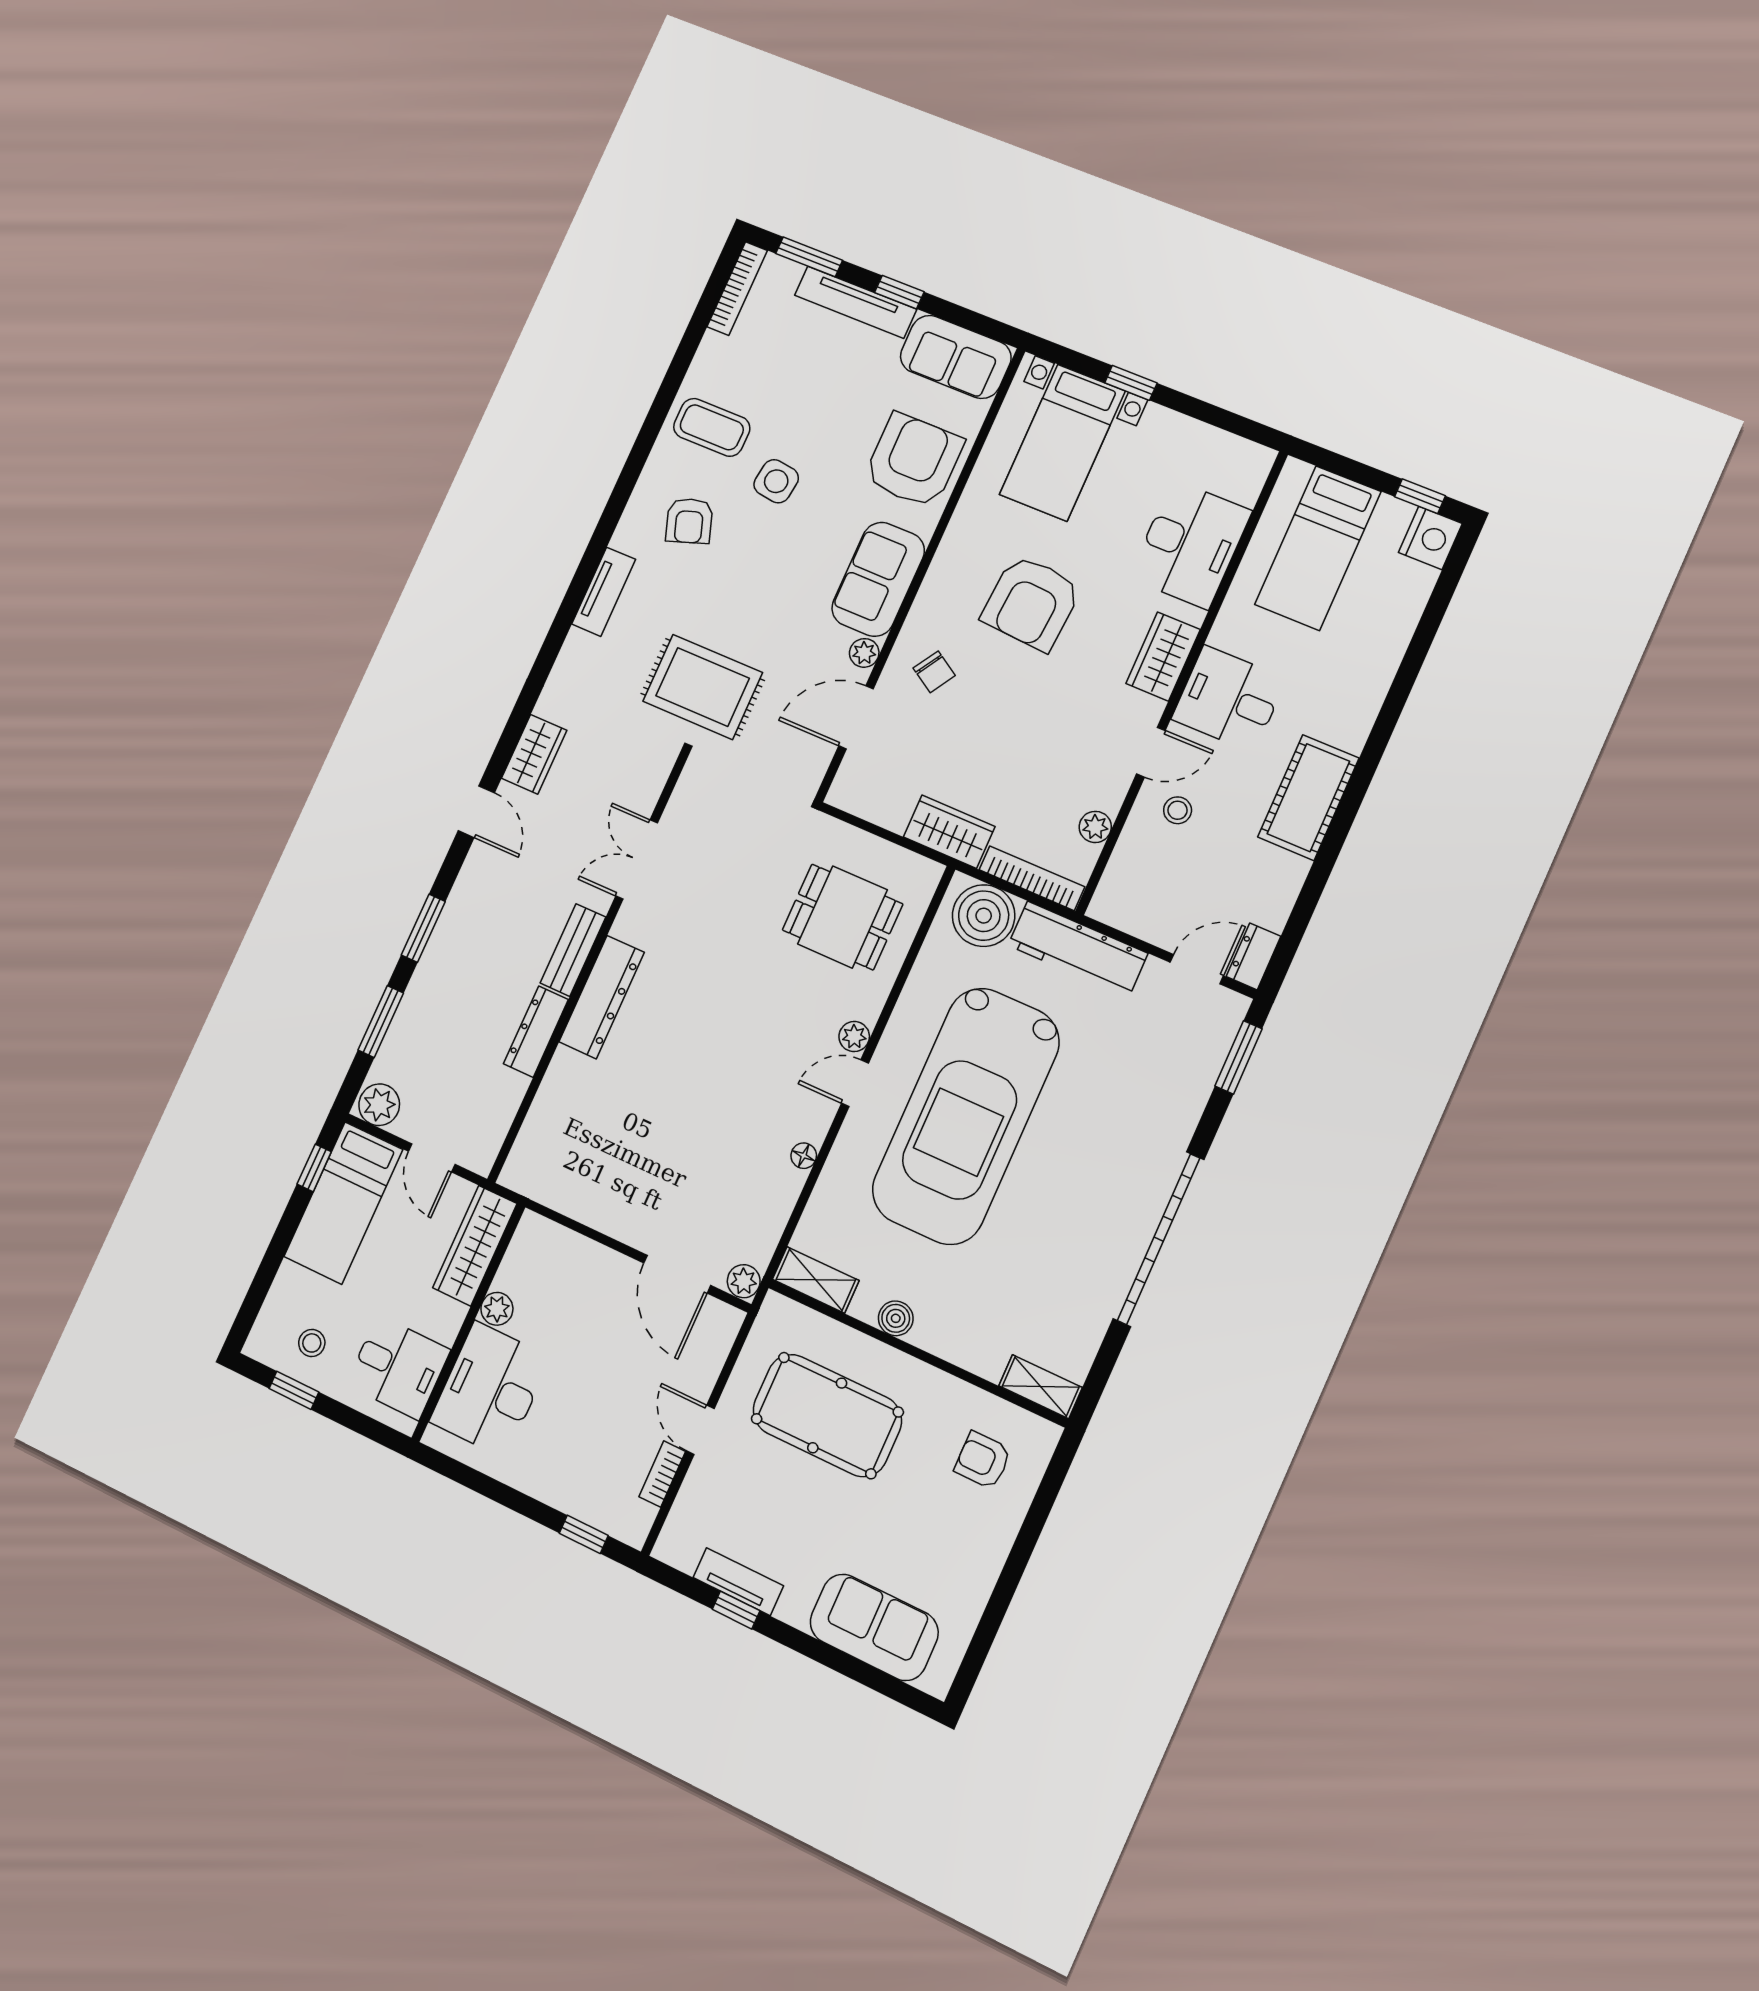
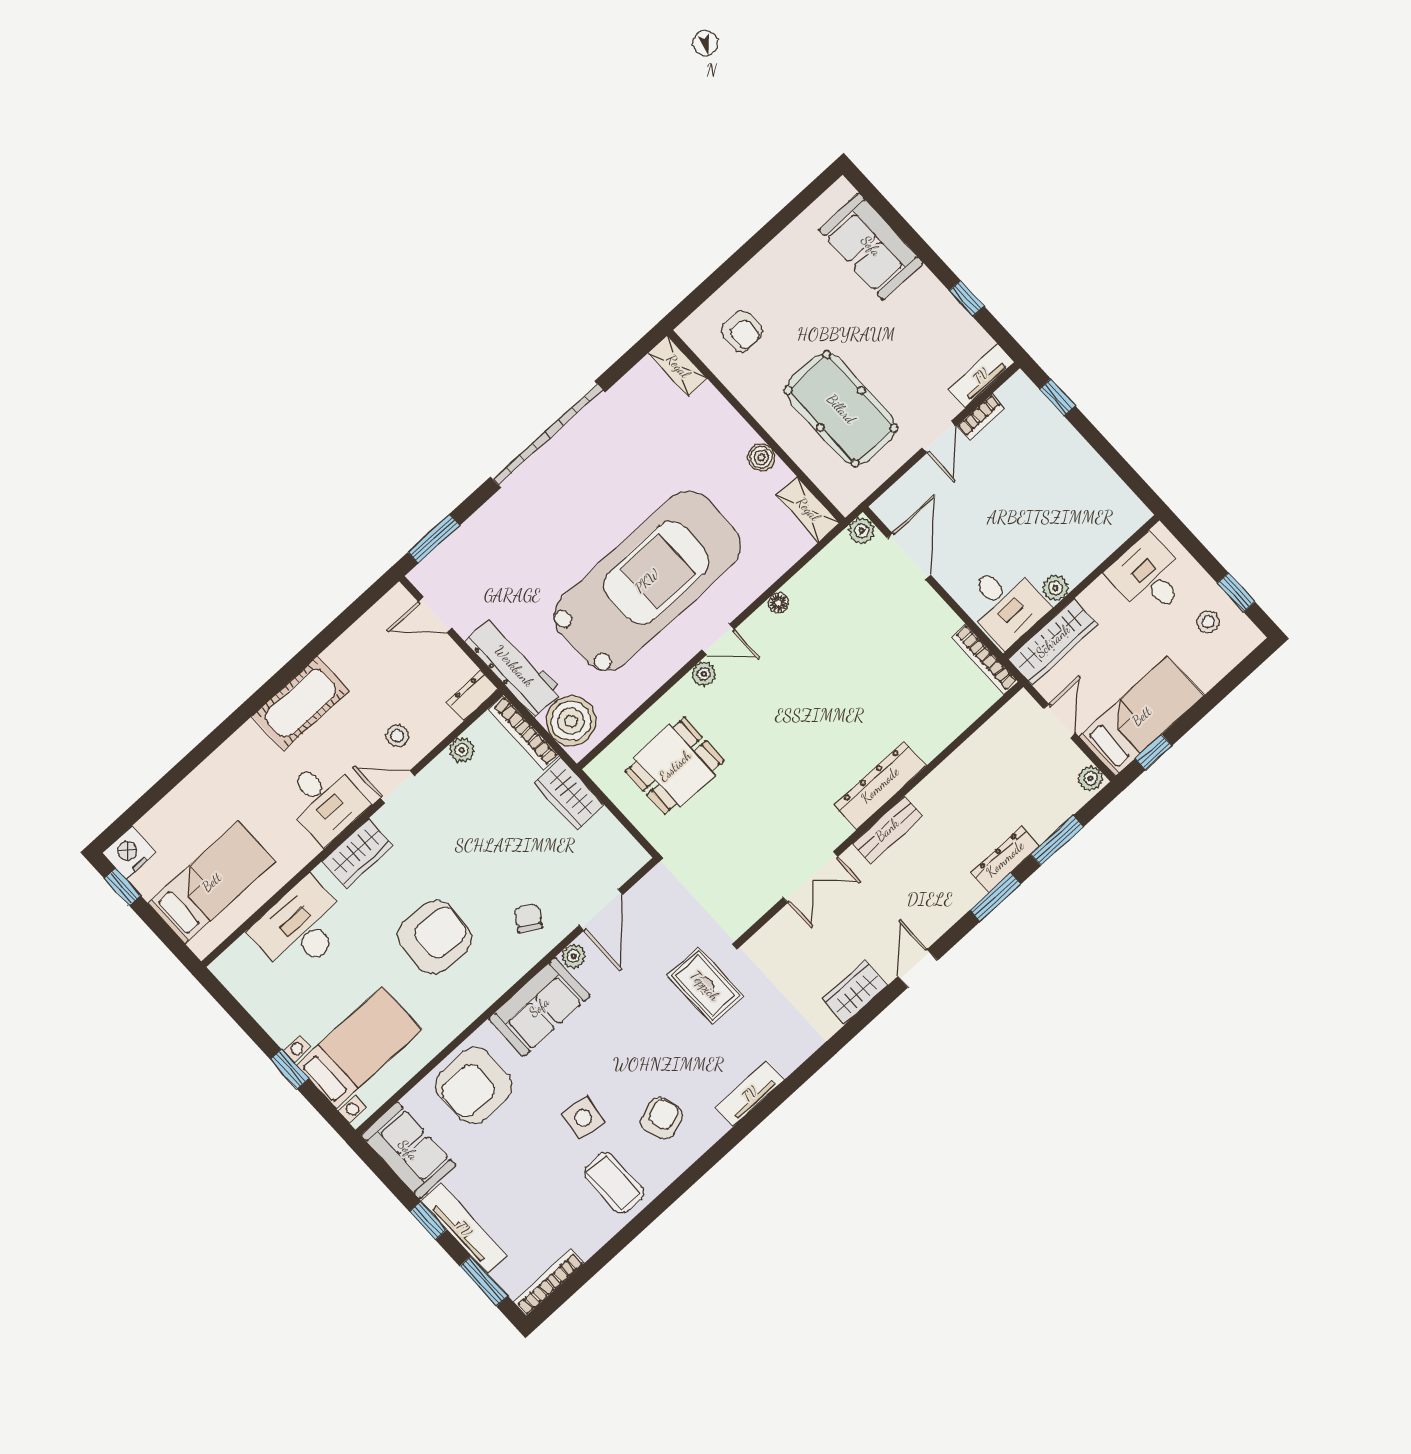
rug: (703, 687) -> (705, 986), width x0.73, depth x0.70
door: (856, 717) -> (601, 910), hinge flipped
dining table: (842, 917) -> (675, 766), turned 90
dresser: (1253, 956) -> (472, 695), moved, turned 180
dresser: (536, 1032) -> (1005, 859), moved, turned 180
plant: (379, 1105) -> (1090, 778), width x0.73, depth x0.73
bookcase: (543, 1192) -> (984, 659), added
desk: (490, 1390) -> (1005, 604), moved, width x0.73
tv unit: (738, 1582) -> (981, 376), moved, turned 90

